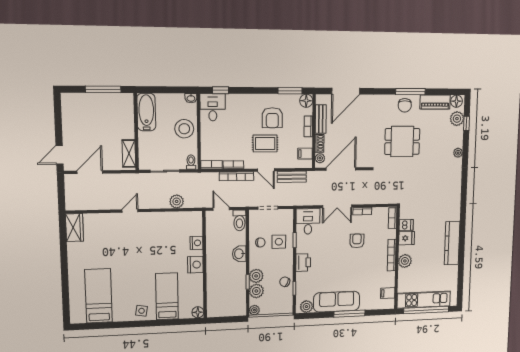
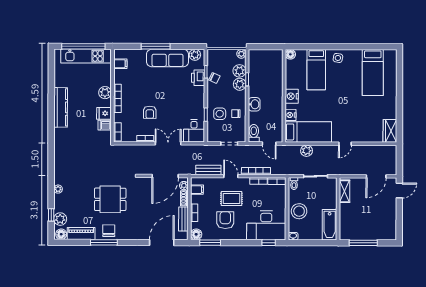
desk: (213, 107) -> (266, 225), width x1.87, depth x1.30
bed: (175, 224) -> (308, 132), added
printer: (303, 263) -> (198, 78), moved

